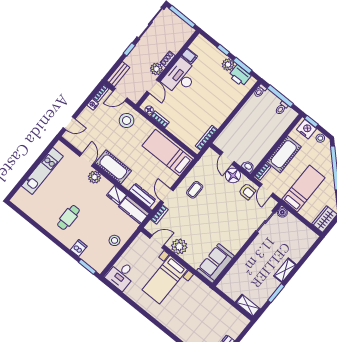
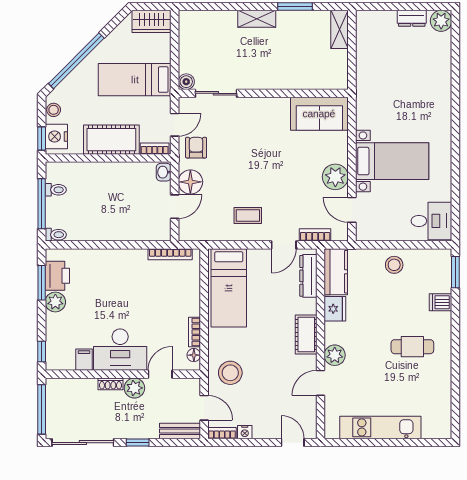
window: (223, 50) -> (42, 351), moved
cot: (113, 167) -> (306, 335), width x0.73, depth x0.75

